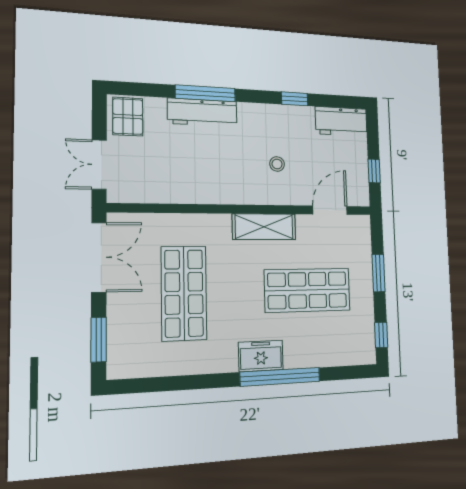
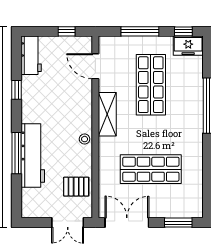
workbench: (202, 112) -> (33, 155), width x1.36, depth x1.32
pallet: (128, 117) -> (76, 187), moved
stool: (277, 164) -> (85, 139), moved
window: (378, 273) -> (140, 31), width x1.44
freezer: (261, 356) -> (188, 46), moved, turned -90

